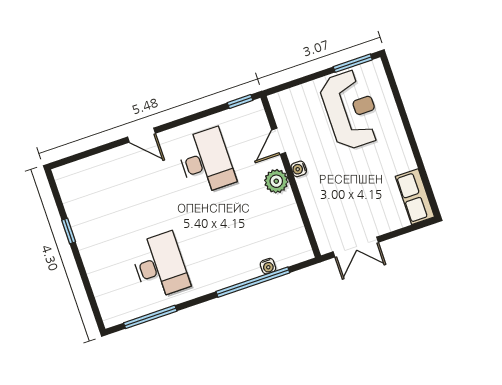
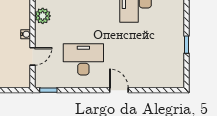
desk: (206, 161) -> (83, 59), turned 90
plant: (276, 181) -> (43, 16), moved

